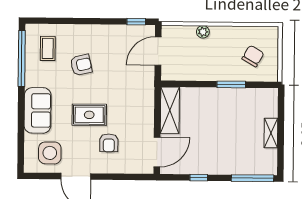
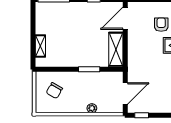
window: (231, 84) -> (89, 69), moved
shelving: (271, 133) -> (40, 46), moved

